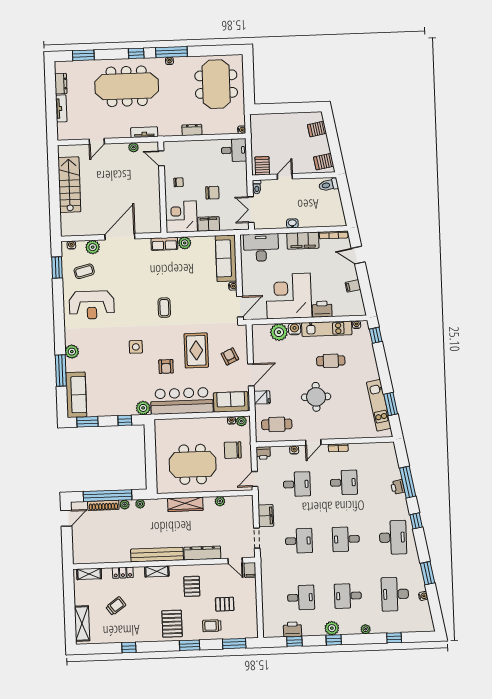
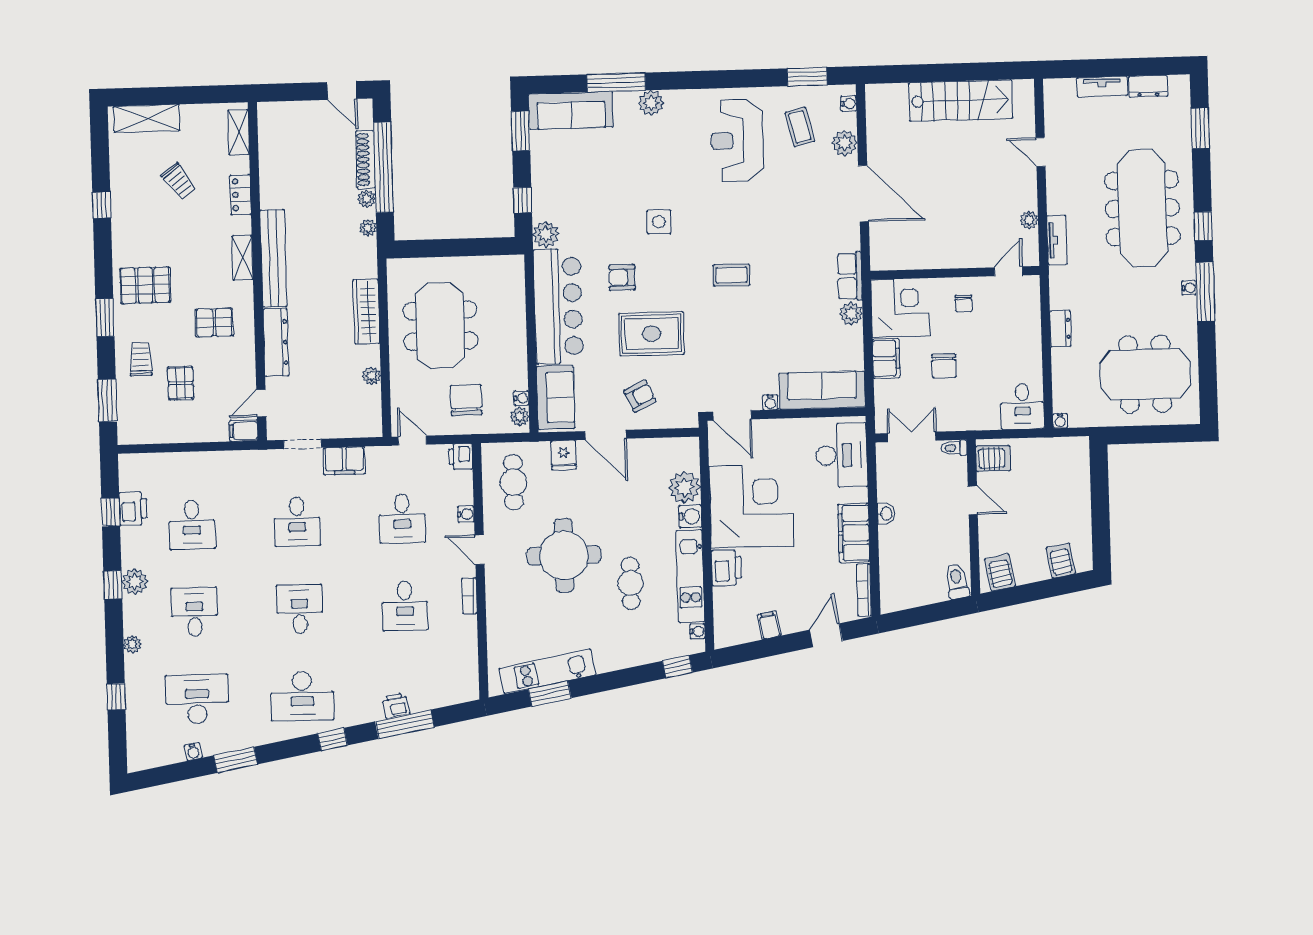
round table: (316, 397) -> (564, 555), width x1.36, depth x1.36

